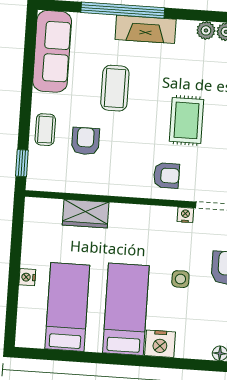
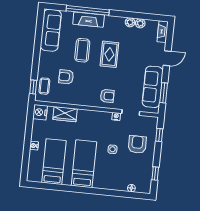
fireplace: (146, 29) -> (89, 20), moved
rug: (187, 120) -> (109, 54), moved
coffee table: (45, 130) -> (44, 86), moved
armchair: (85, 141) -> (66, 77), turned -90
nightstand: (160, 344) -> (40, 112), moved, turned 90

